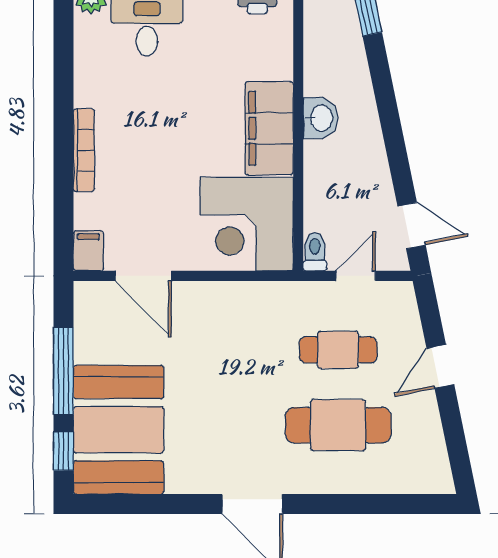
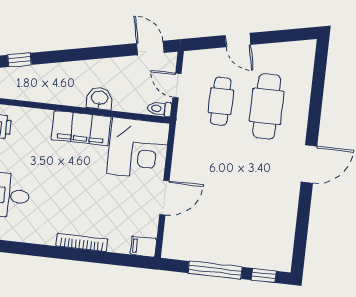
washbasin: (321, 118) -> (99, 98), moved
door: (412, 226) -> (150, 48), hinge flipped
door: (143, 276) -> (164, 198), moved
booth: (119, 430) -> (255, 240), removed

